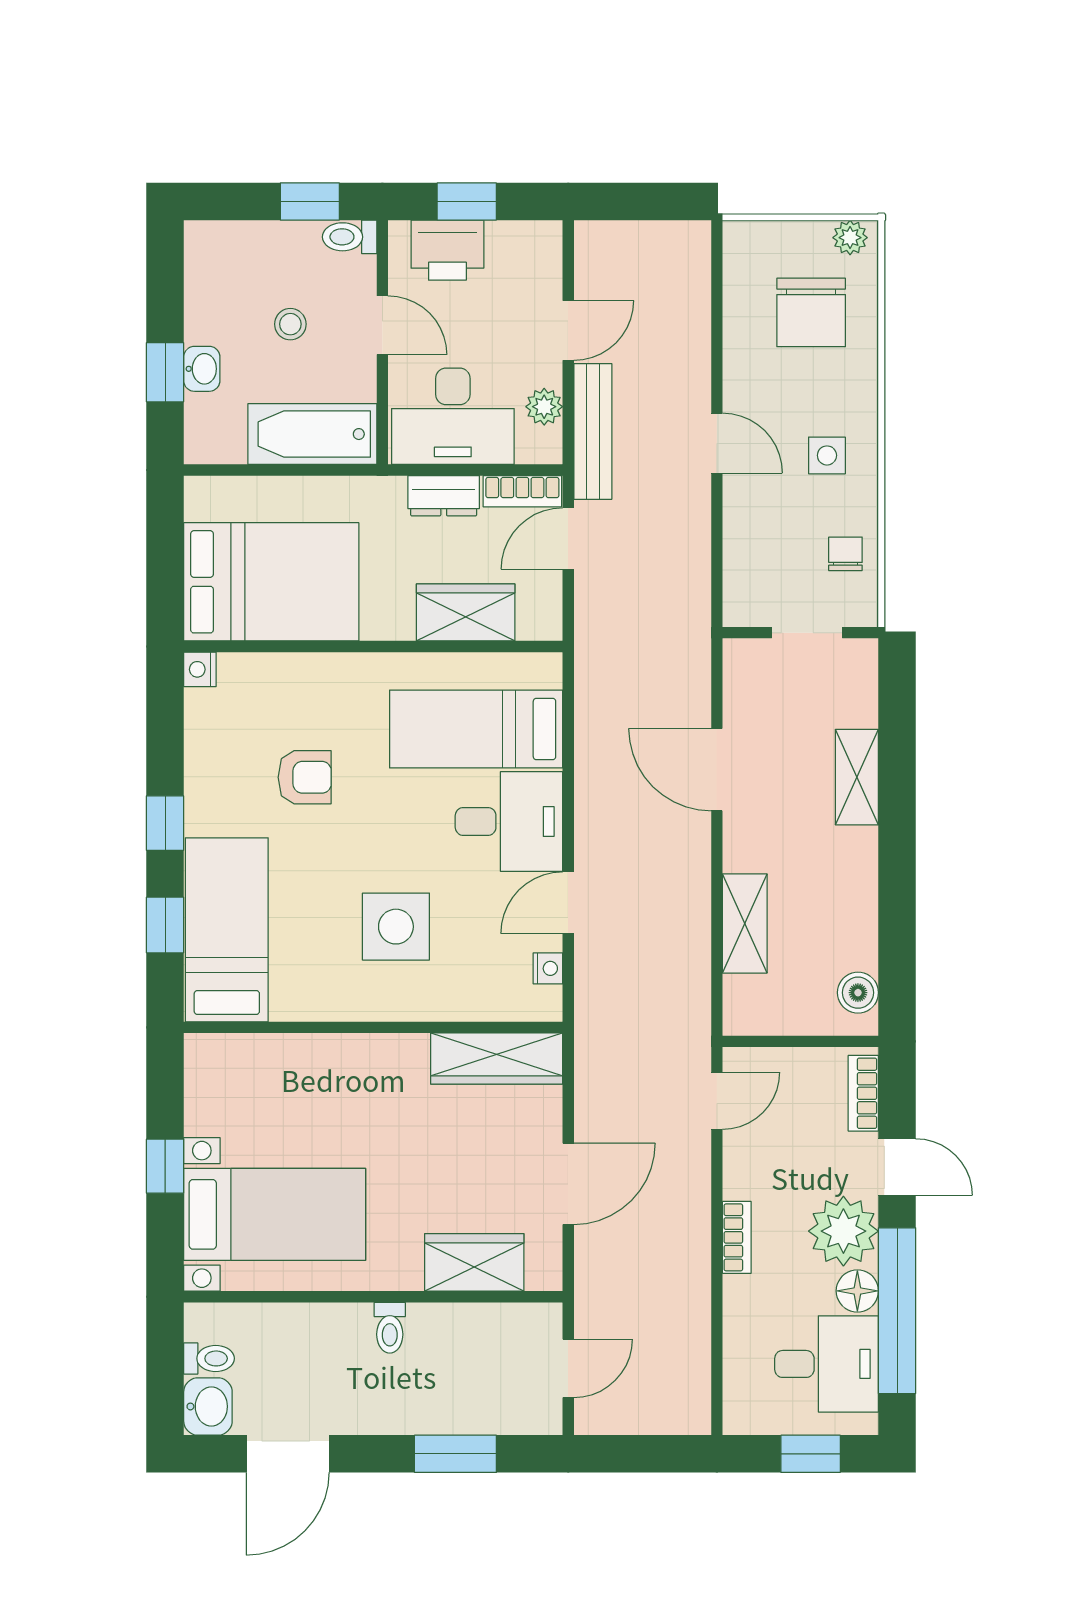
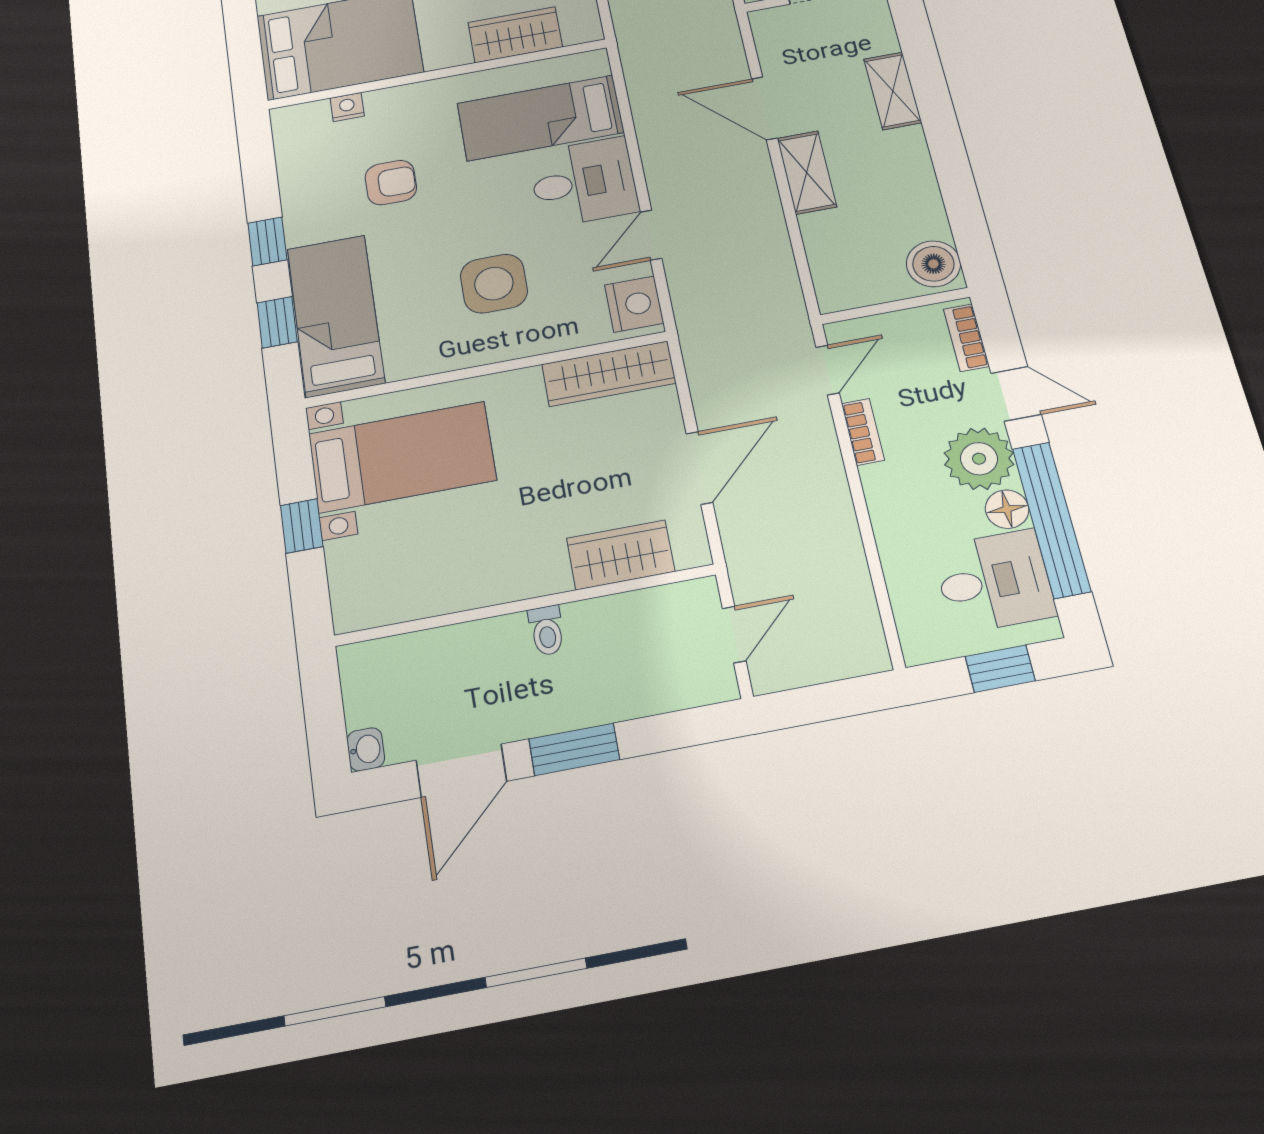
nightstand: (200, 669) -> (347, 107), moved, turned 90
shelving: (745, 923) -> (807, 172), moved
nightstand: (548, 968) -> (634, 304), width x1.89, depth x1.79
boiler: (858, 993) -> (933, 264), width x1.36, depth x1.36
bed with nightstands: (275, 1214) -> (402, 457), moved
bookcase: (737, 1237) -> (863, 432), moved
toilet: (209, 1358) -> (368, 694), removed
washbasin: (208, 1406) -> (366, 749), width x0.72, depth x0.69
window: (455, 1454) -> (574, 749), moved

